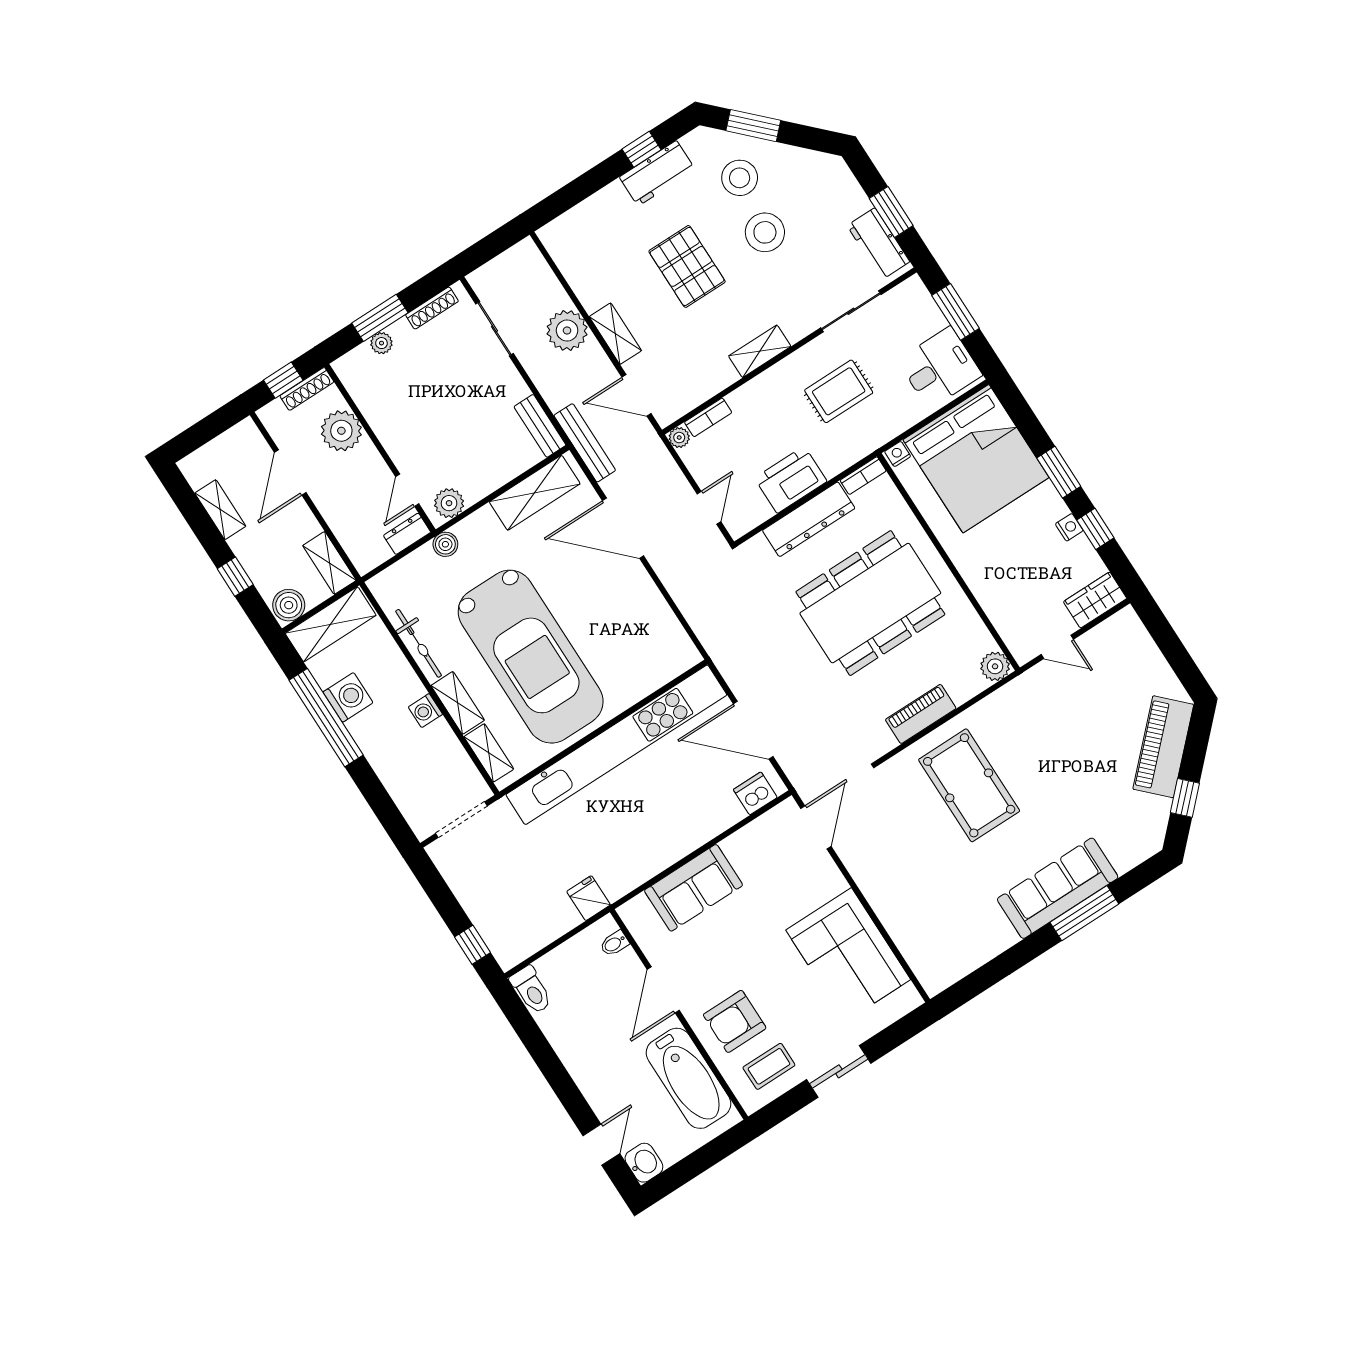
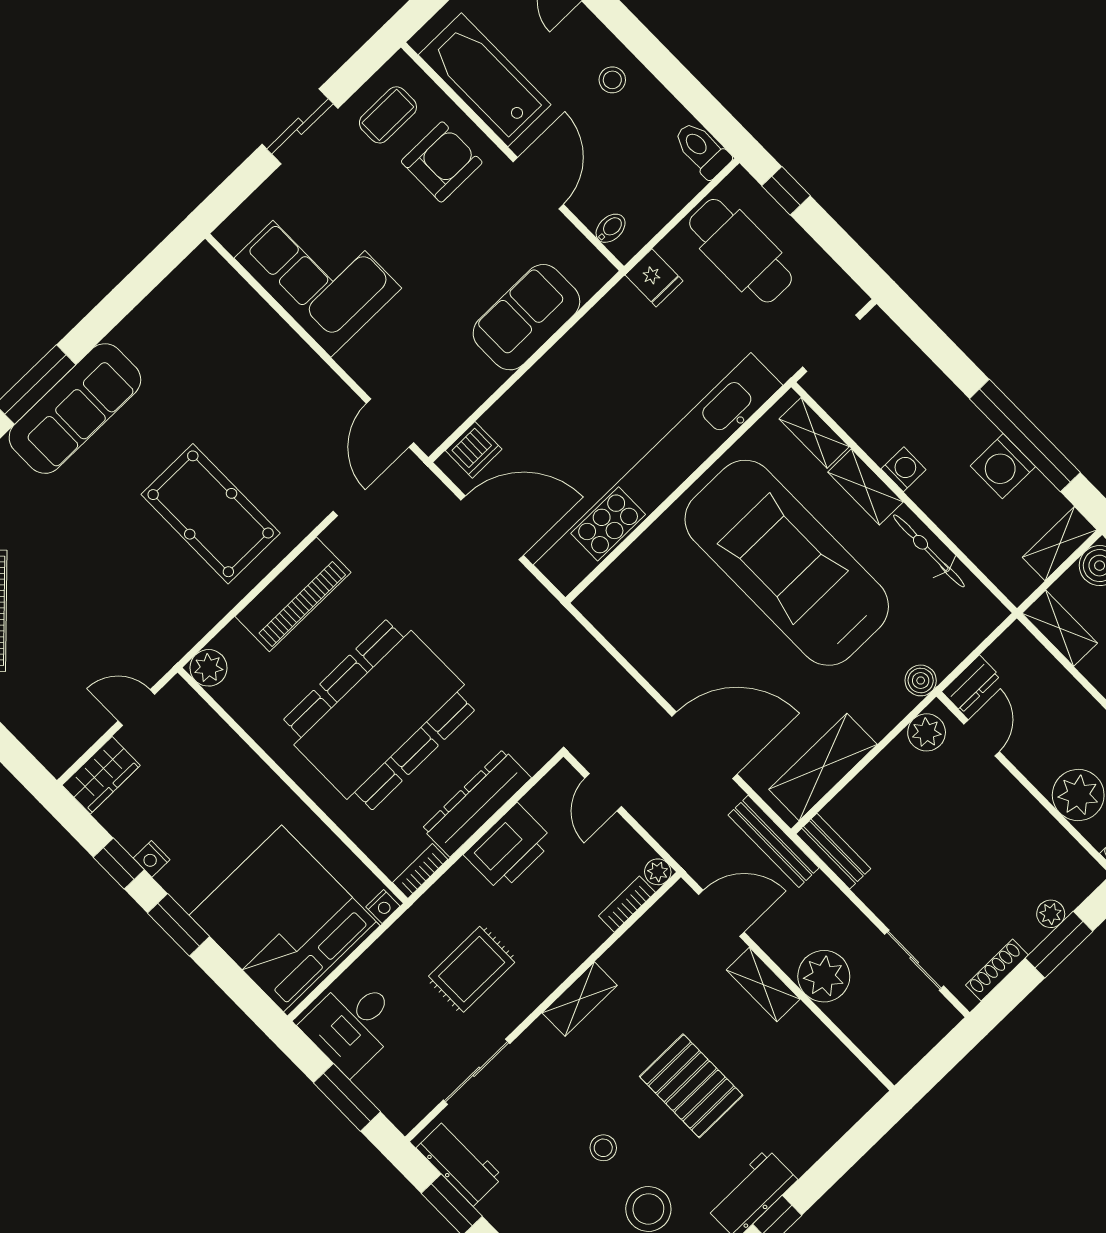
stool: (765, 232) -> (603, 1148), width x0.53, depth x0.53
shelving: (331, 624) -> (1060, 544), width x0.67, depth x0.75
piano: (921, 714) -> (293, 594), width x1.37, depth x1.33
cafe table: (517, 906) -> (741, 251), added
stool: (590, 1058) -> (612, 80), added

